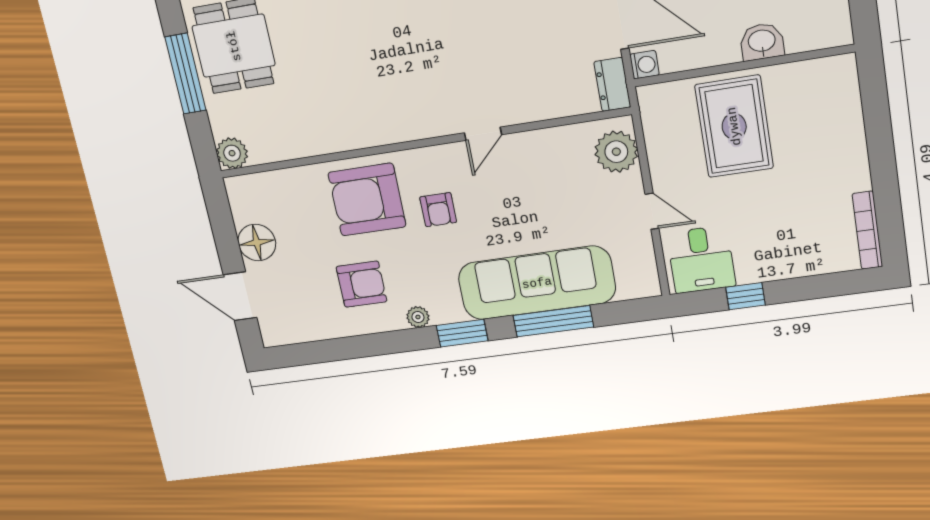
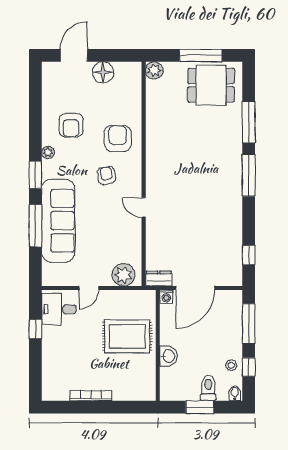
armchair: (367, 200) -> (118, 138), width x0.73, depth x0.73
armchair: (438, 210) -> (106, 176), turned 81
bookcase: (867, 230) -> (91, 396), moved

